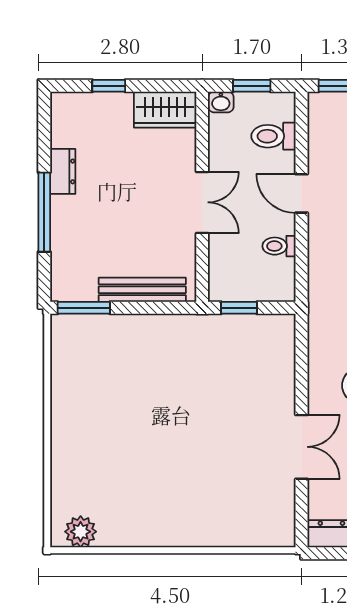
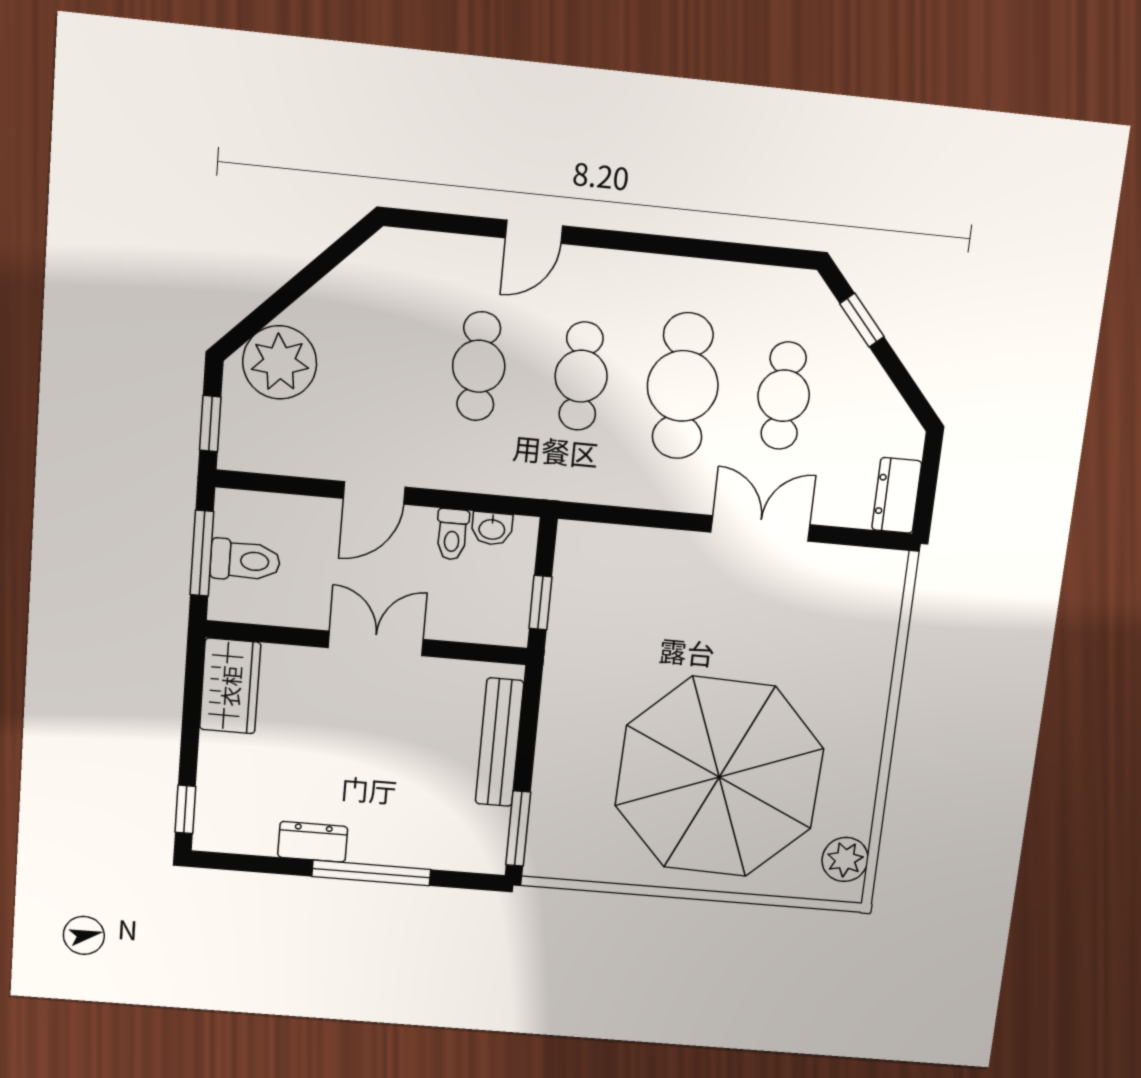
window: (109, 86) -> (185, 809), moved
window: (252, 86) -> (202, 553), width x1.50
washbasin: (221, 102) -> (492, 529), moved, turned 90
toilet: (273, 136) -> (245, 561), moved, turned -90
parasol: (131, 439) -> (719, 777), added

